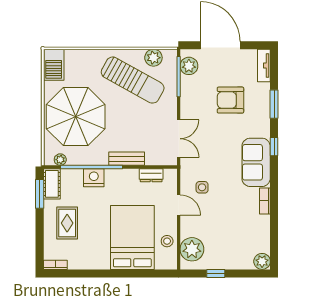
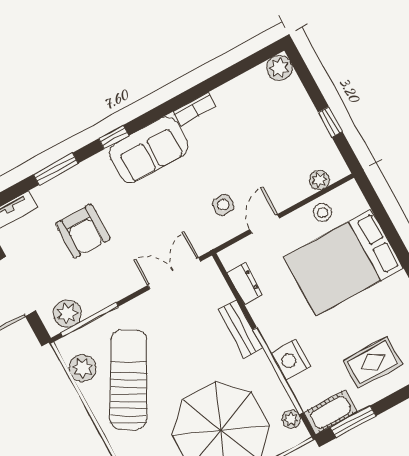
plant: (192, 249) -> (319, 180), width x0.53, depth x0.53

